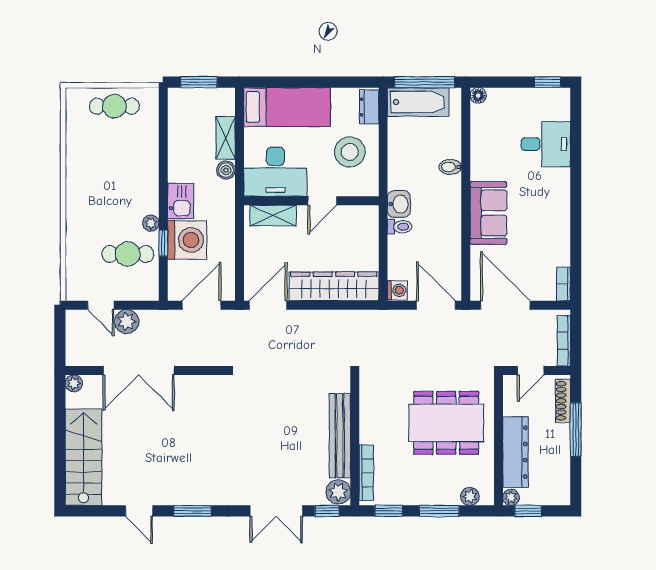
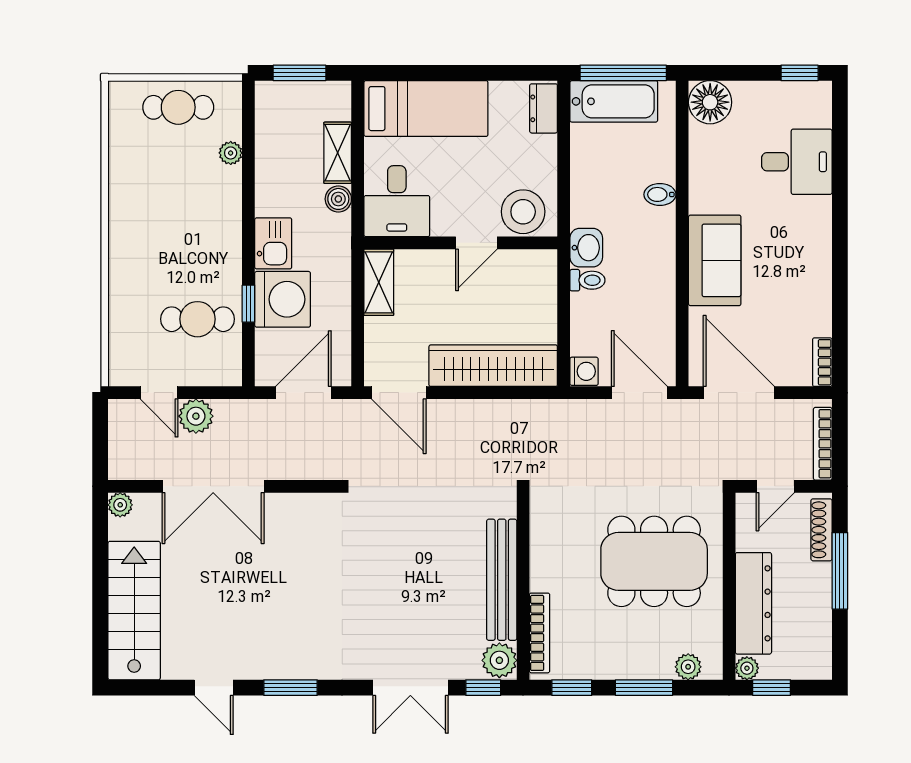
floor lamp: (478, 96) -> (710, 102), width x1.89, depth x1.89
stool: (350, 152) -> (523, 212), moved
desk: (275, 172) -> (397, 201), width x0.73
shelving: (273, 216) -> (379, 282), moved, turned 90
plant: (151, 223) -> (231, 153), moved
door: (268, 305) -> (399, 393), swing flipped

